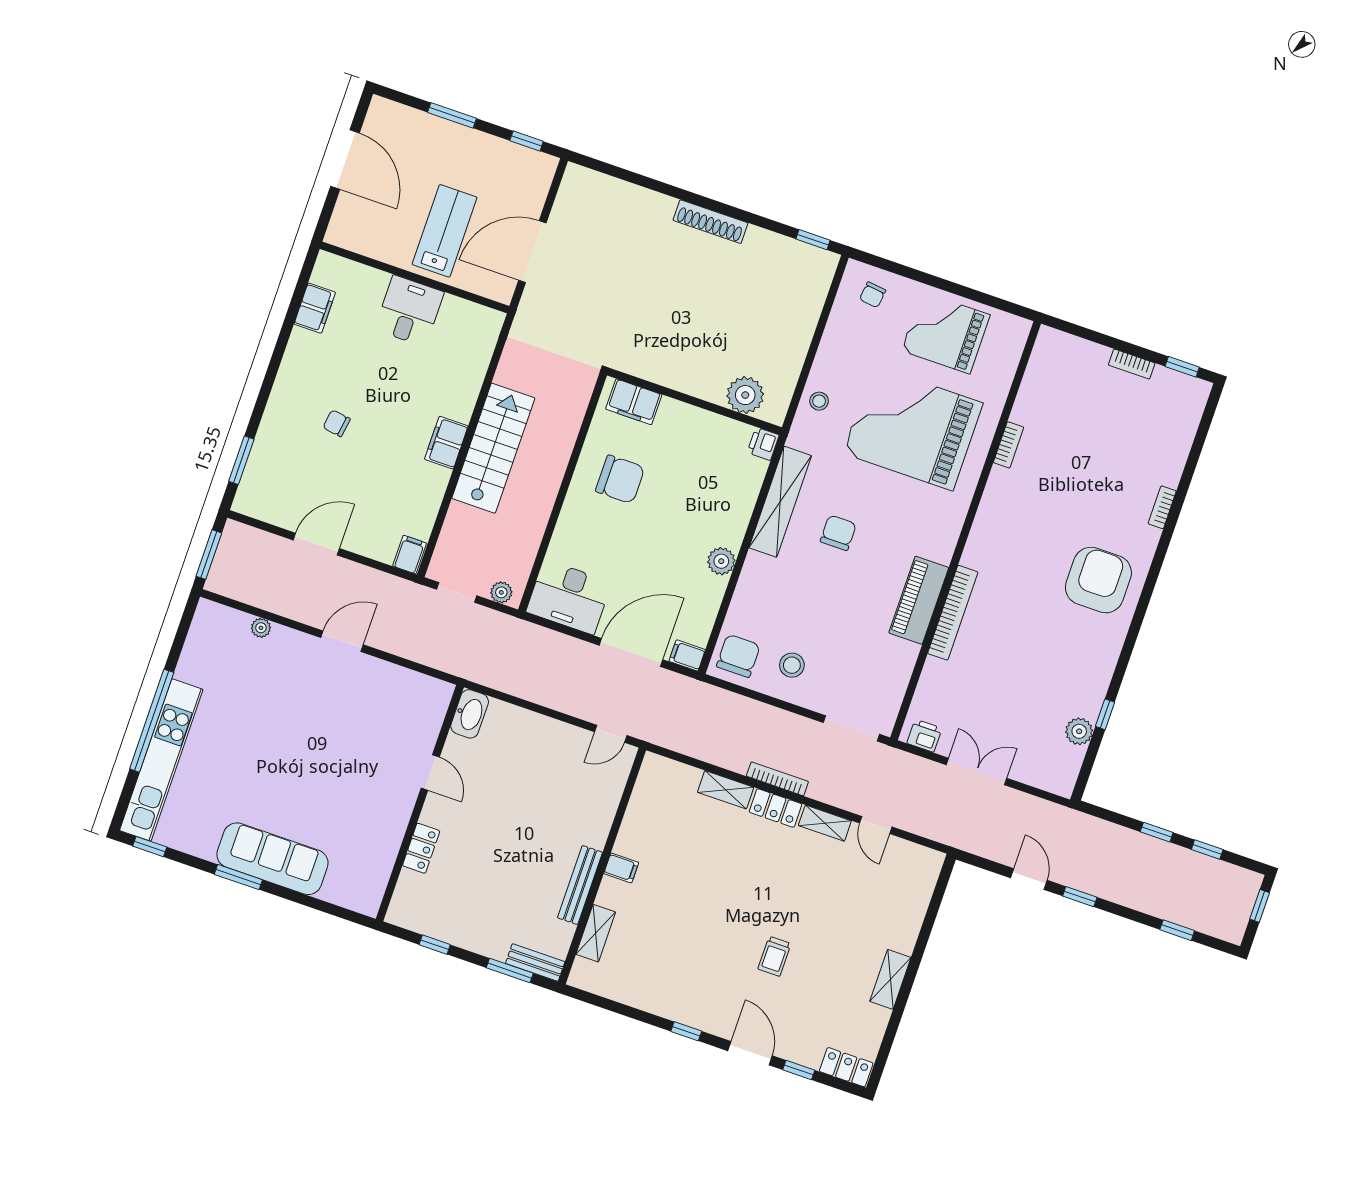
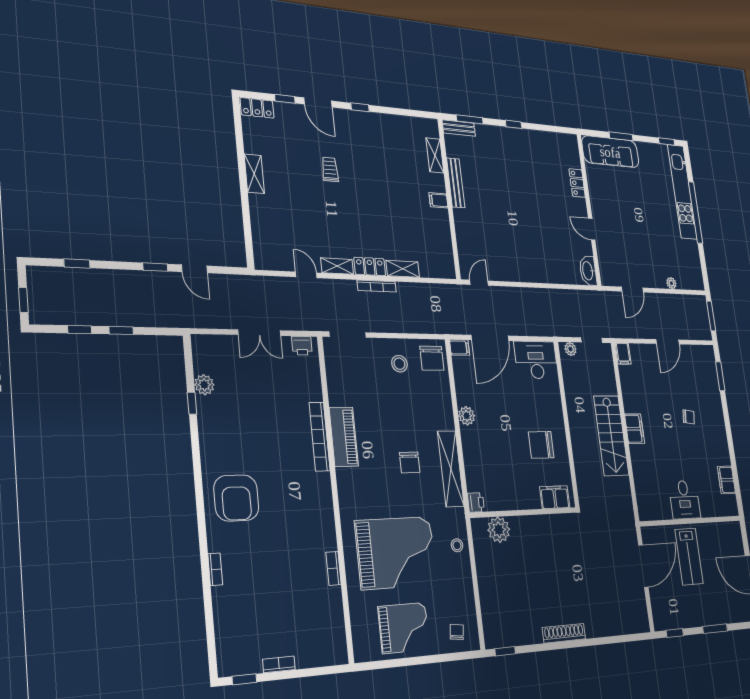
washbasin: (470, 714) -> (588, 271), moved
door: (430, 773) -> (592, 229), moved
wall: (420, 803) -> (589, 209), moved
locker: (421, 848) -> (577, 183), moved

